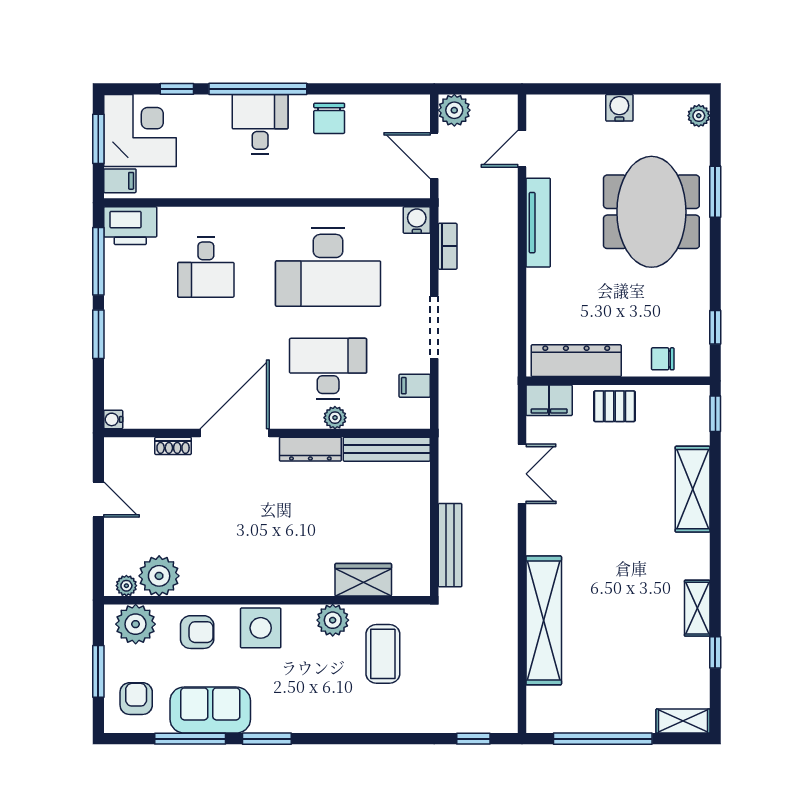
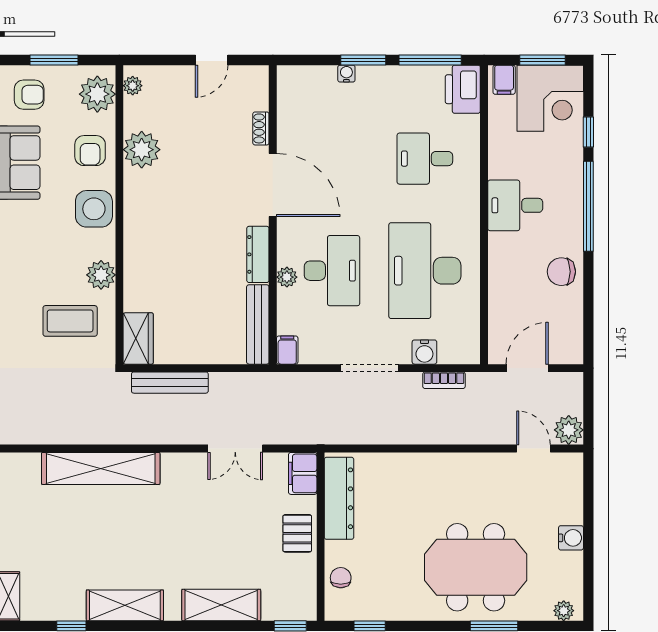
plant: (454, 110) -> (569, 430), moved
desk: (260, 124) -> (515, 205), moved, turned 180
water cooler: (417, 220) -> (424, 352), moved, turned 90
tv unit: (538, 223) -> (466, 463), removed
filing cabinet: (415, 386) -> (287, 350), moved
water cooler: (113, 419) -> (346, 74), moved
plant: (159, 576) -> (142, 150), moved
wardrobe: (363, 580) -> (138, 338), moved
shelving: (697, 608) -> (125, 605), width x1.50, depth x1.33

